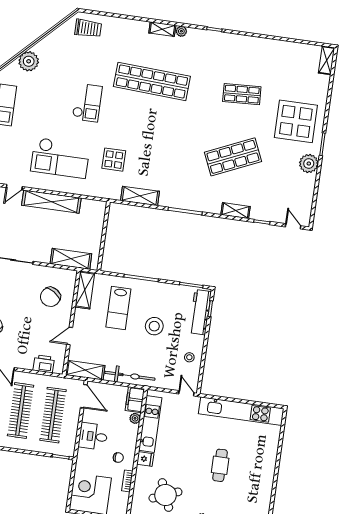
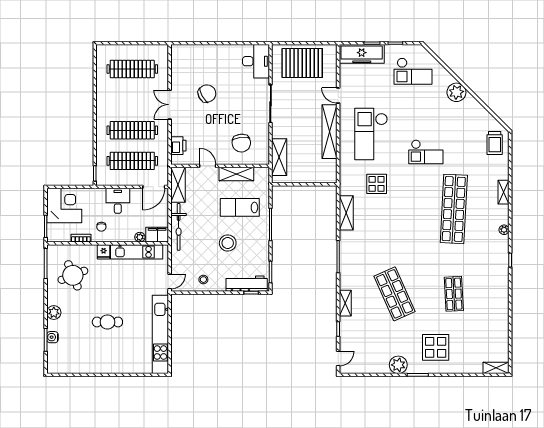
shelving: (162, 29) -> (504, 192), moved
display table: (296, 121) -> (436, 347), width x0.73, depth x0.73
shelving: (85, 290) -> (236, 174), moved
chair: (50, 297) -> (241, 143), turned -129

